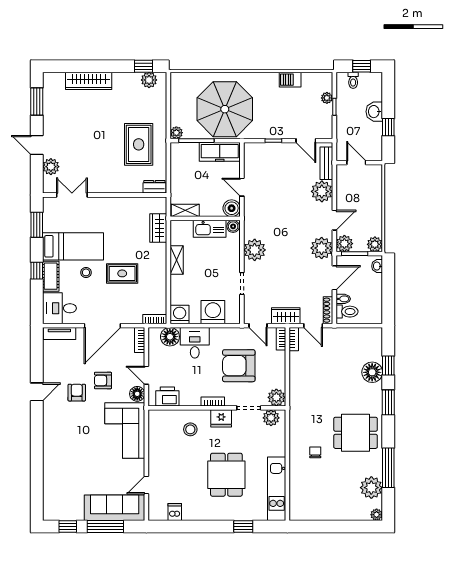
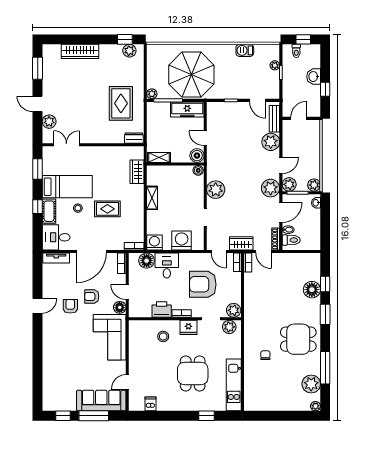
door: (356, 163) -> (299, 118), hinge flipped
kitchen sink: (210, 229) -> (179, 172), removed
printer: (167, 396) -> (162, 309), moved

